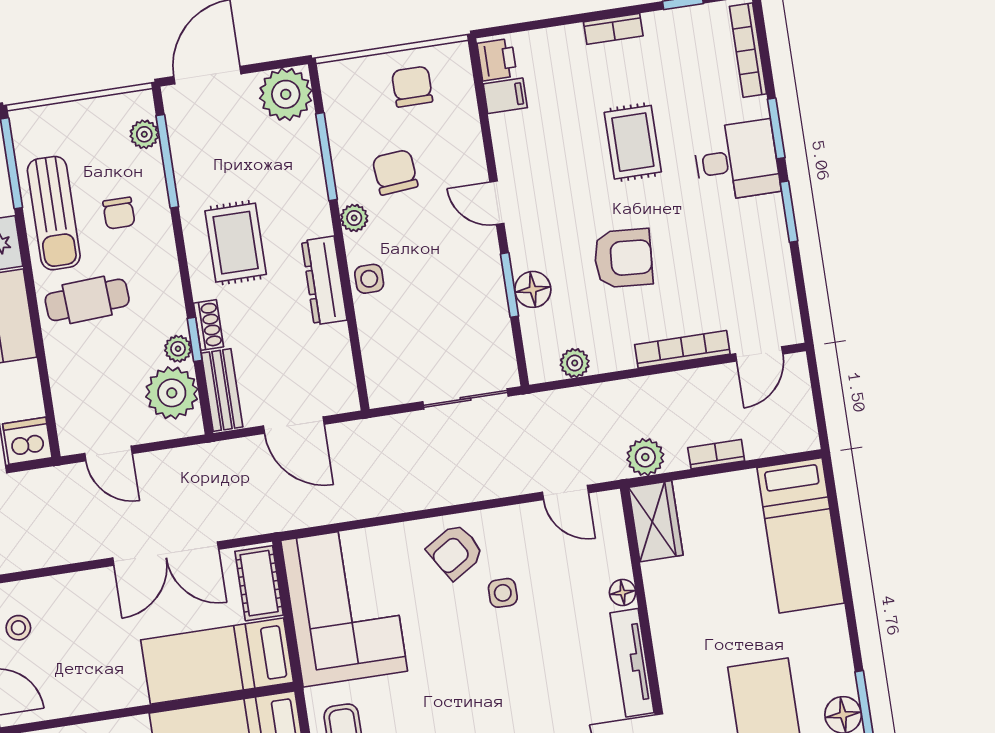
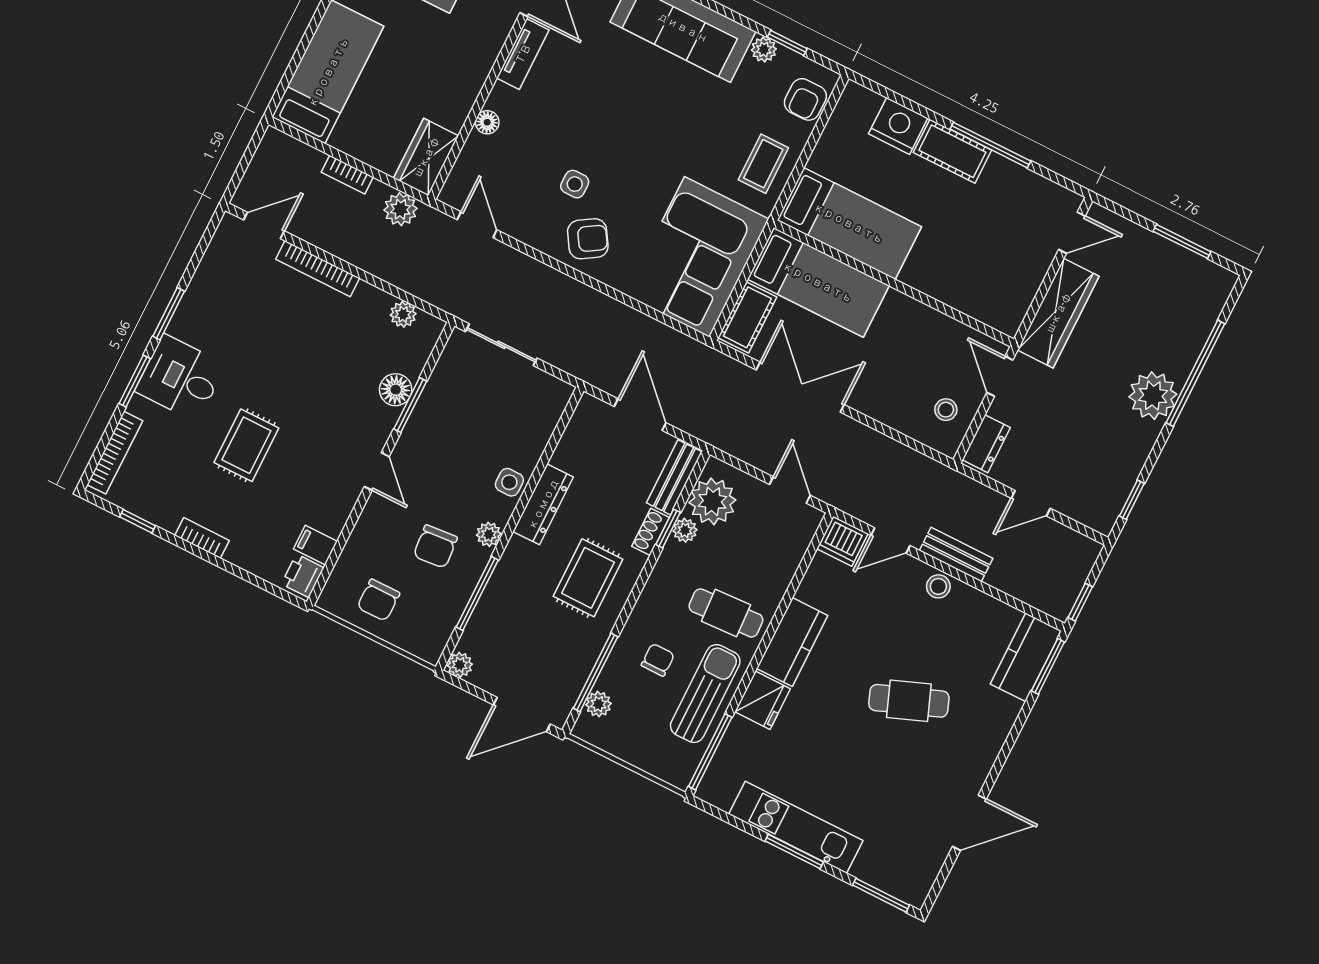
plant: (286, 94) -> (460, 665), width x0.53, depth x0.53
armchair: (623, 258) -> (313, 366), removed
tv unit: (632, 663) -> (523, 54), width x0.71

